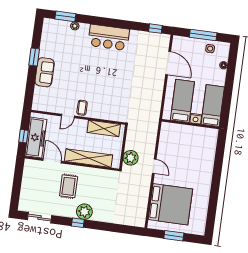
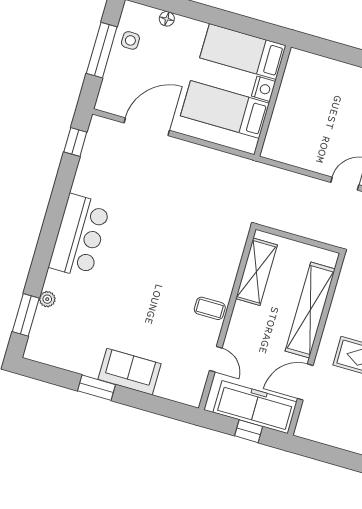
door: (68, 116) -> (216, 359), moved
plant: (131, 158) -> (322, 227), removed

